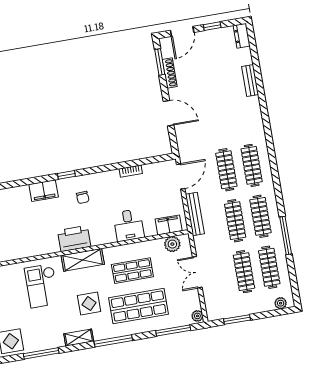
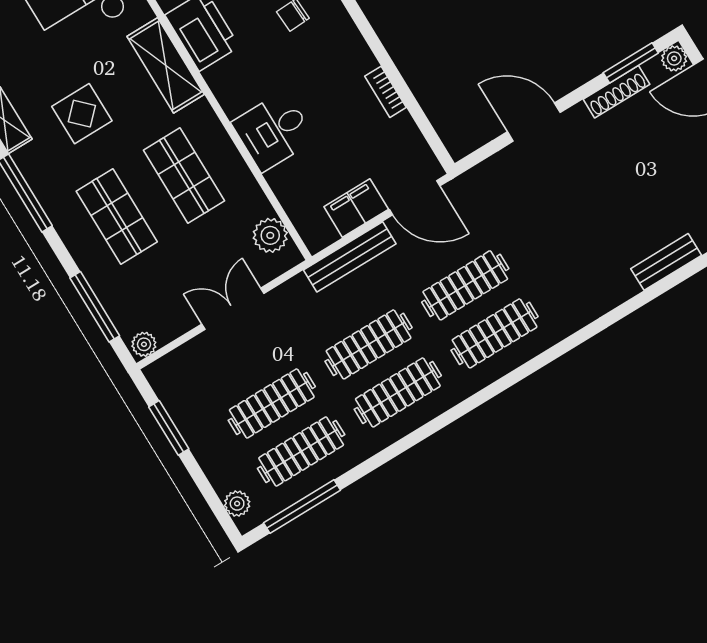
plant: (165, 43) -> (674, 58), added
door: (169, 113) -> (534, 122), swing flipped
filing cabinet: (169, 225) -> (356, 208), moved, turned -90
window: (286, 236) -> (302, 506), moved
shop shelf: (139, 306) -> (117, 216), width x0.70, depth x0.74

